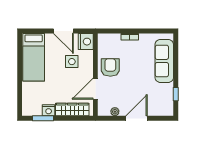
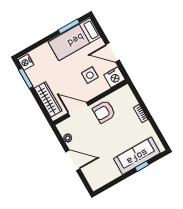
door: (63, 31) -> (112, 52), hinge flipped
window: (20, 56) -> (69, 26), added
armchair: (110, 67) -> (104, 112), turned 180
window: (176, 94) -> (142, 166), moved
nightstand: (49, 110) -> (26, 62), moved

